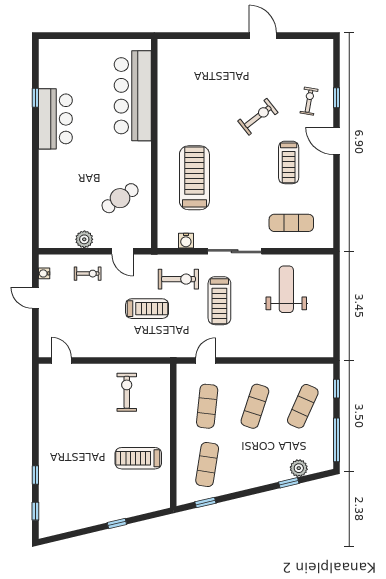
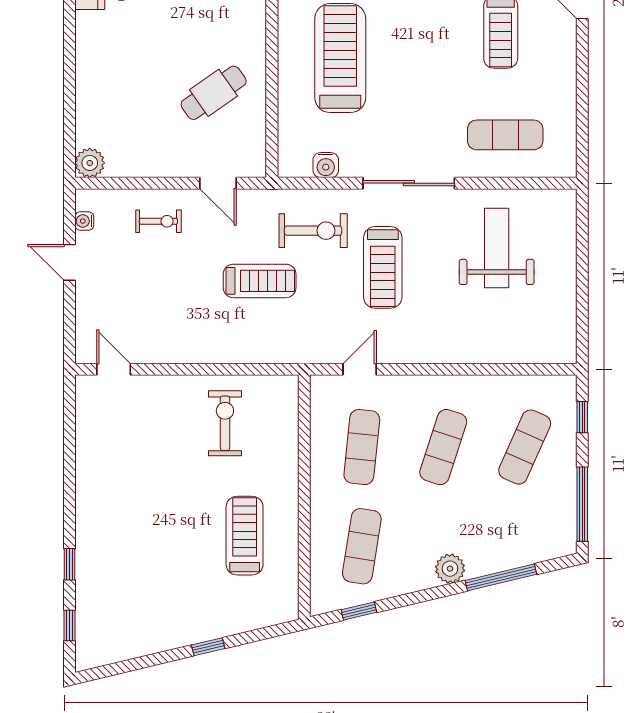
plant: (84, 239) -> (90, 163), moved
treadmill: (138, 458) -> (245, 536), turned 90
plant: (299, 468) -> (450, 569), moved
window: (289, 483) -> (501, 577), width x2.17

